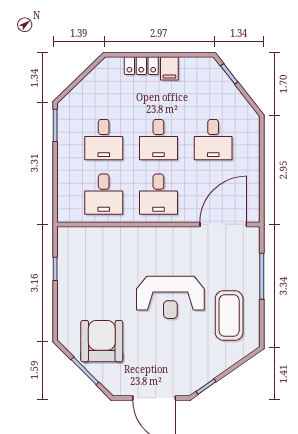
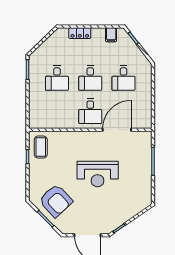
filing cabinet: (169, 68) -> (111, 35), moved
desk: (104, 194) -> (57, 111), removed
door: (223, 224) -> (117, 130), moved
coffee table: (229, 316) -> (41, 147), moved, width x0.73, depth x0.76
armchair: (102, 341) -> (56, 201), turned 137

